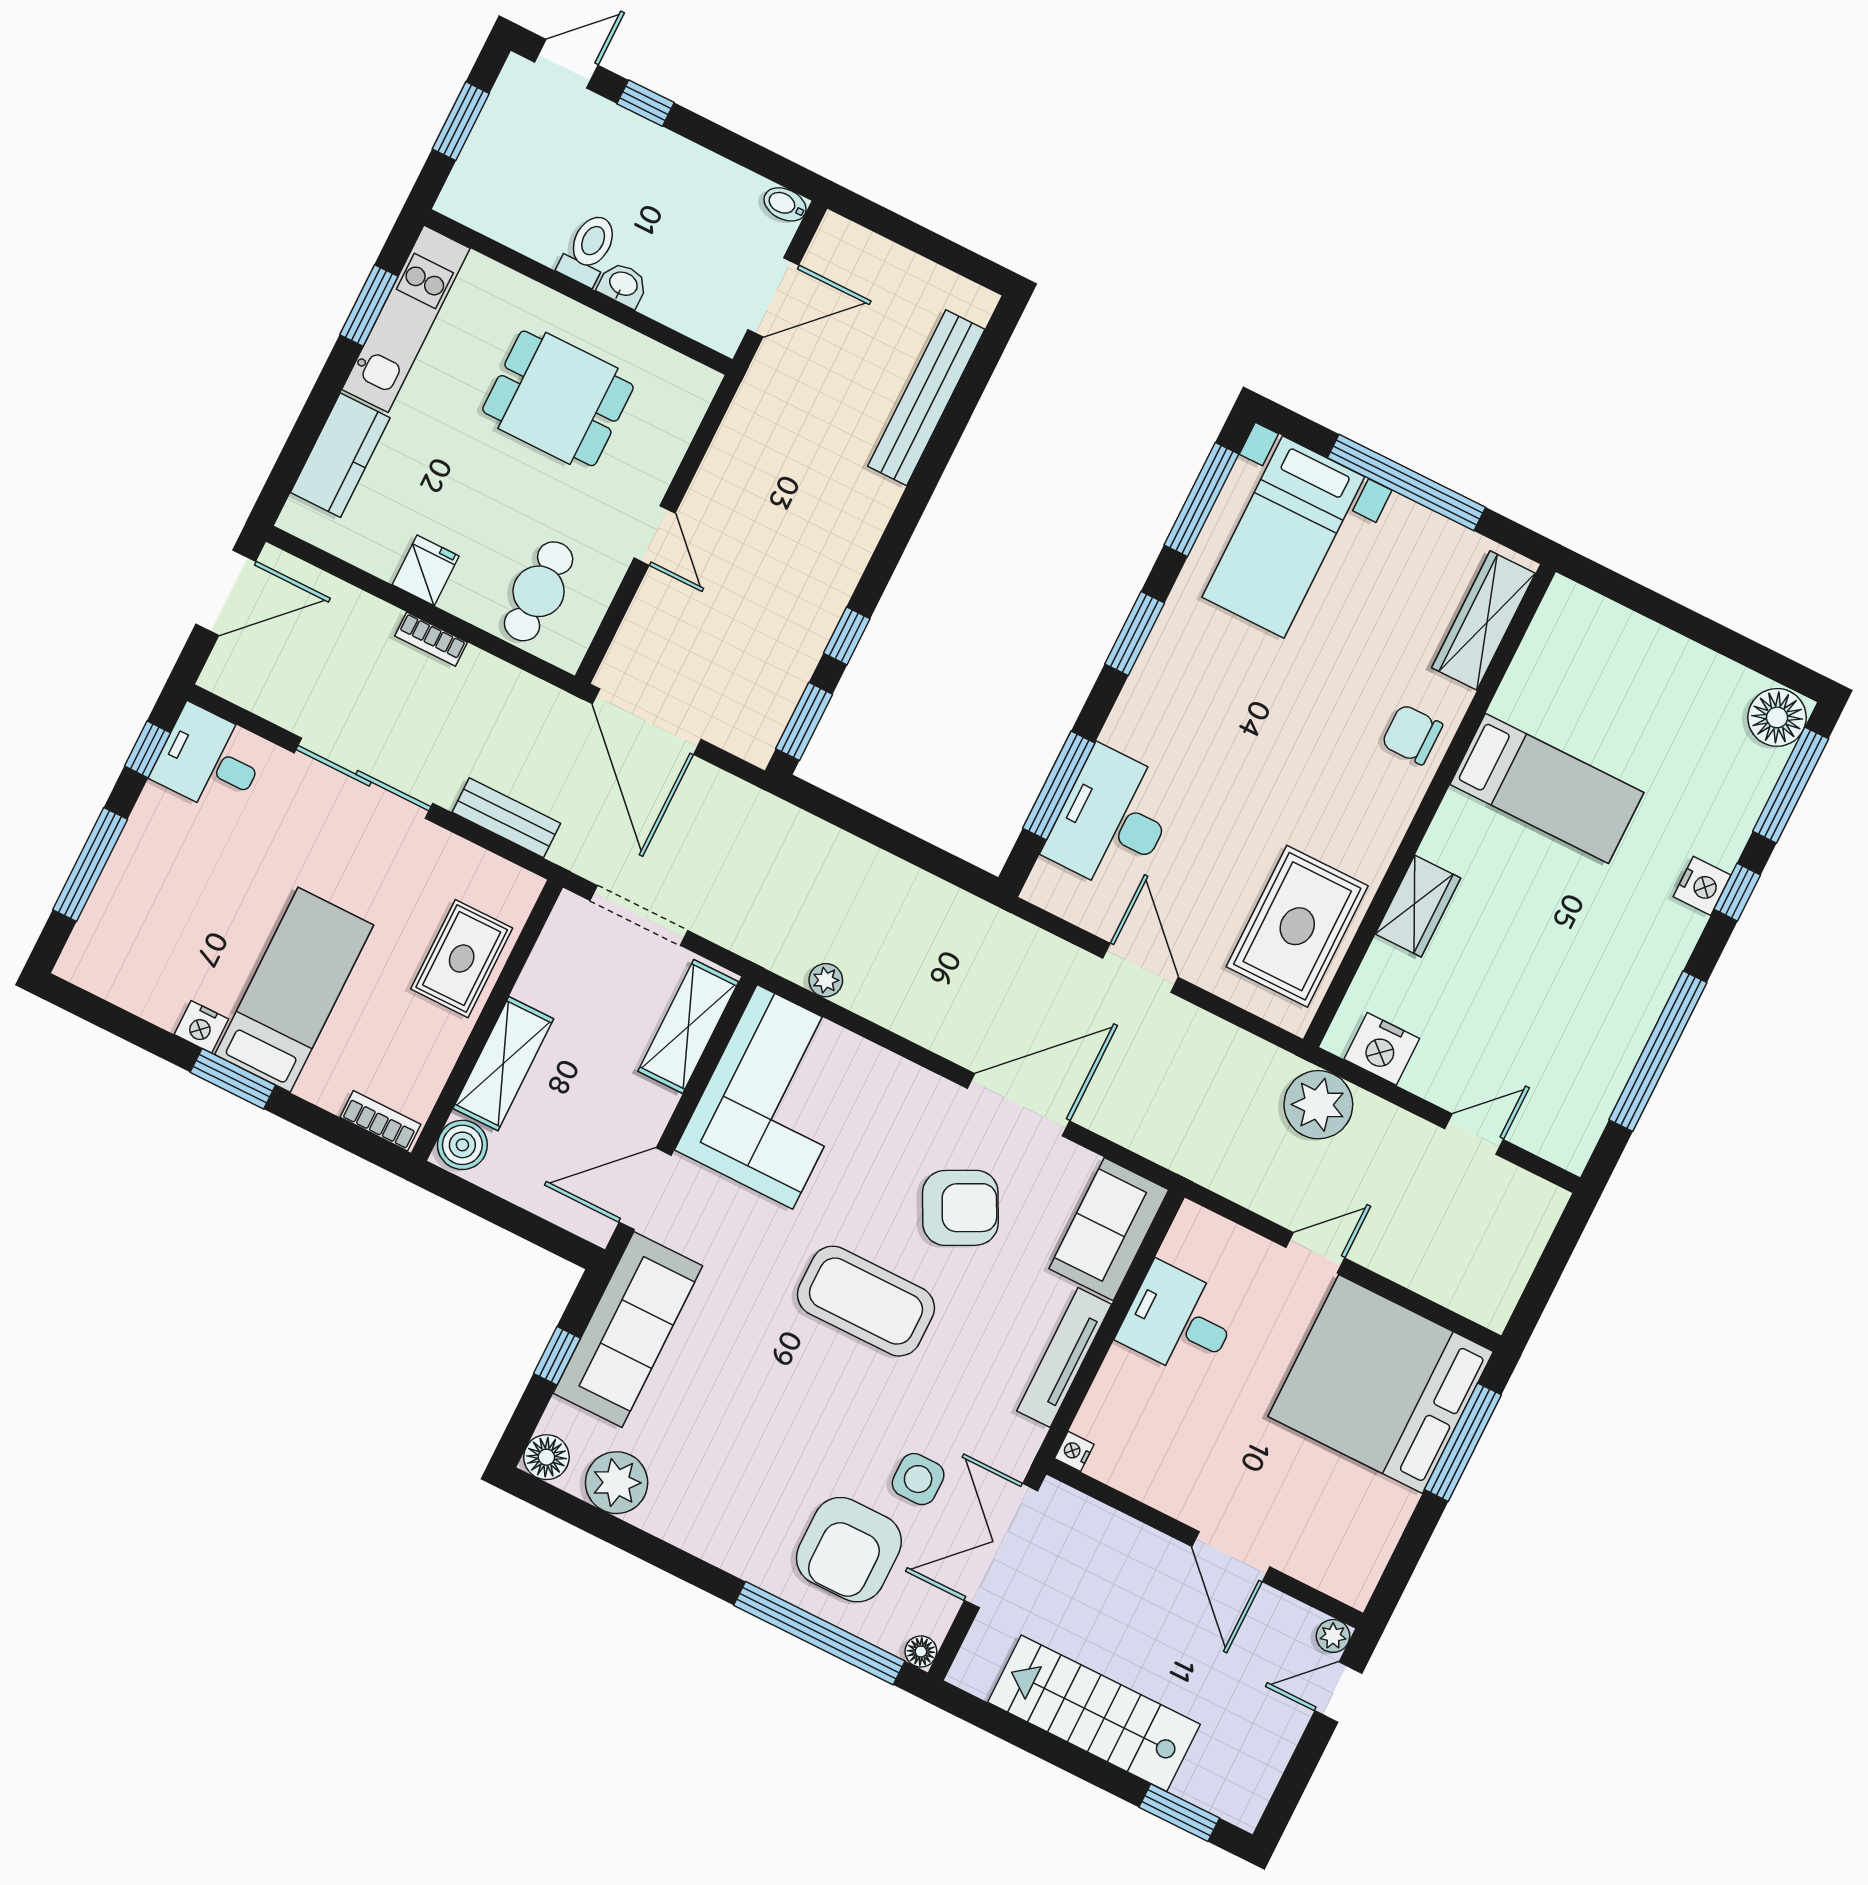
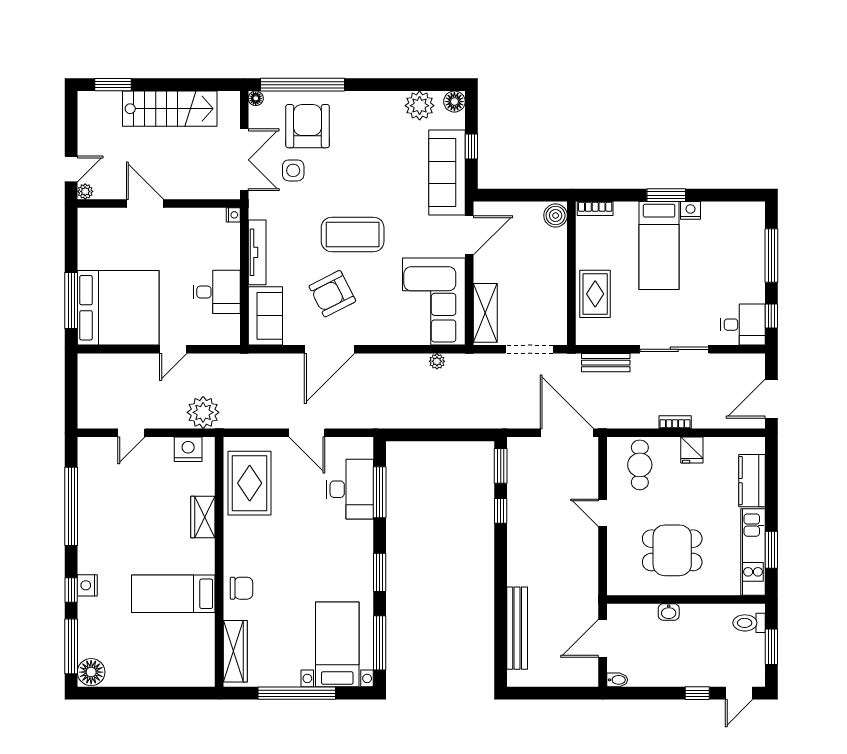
toilet: (589, 249) -> (749, 623), moved, turned 90
shelving: (503, 1064) -> (555, 258), removed

